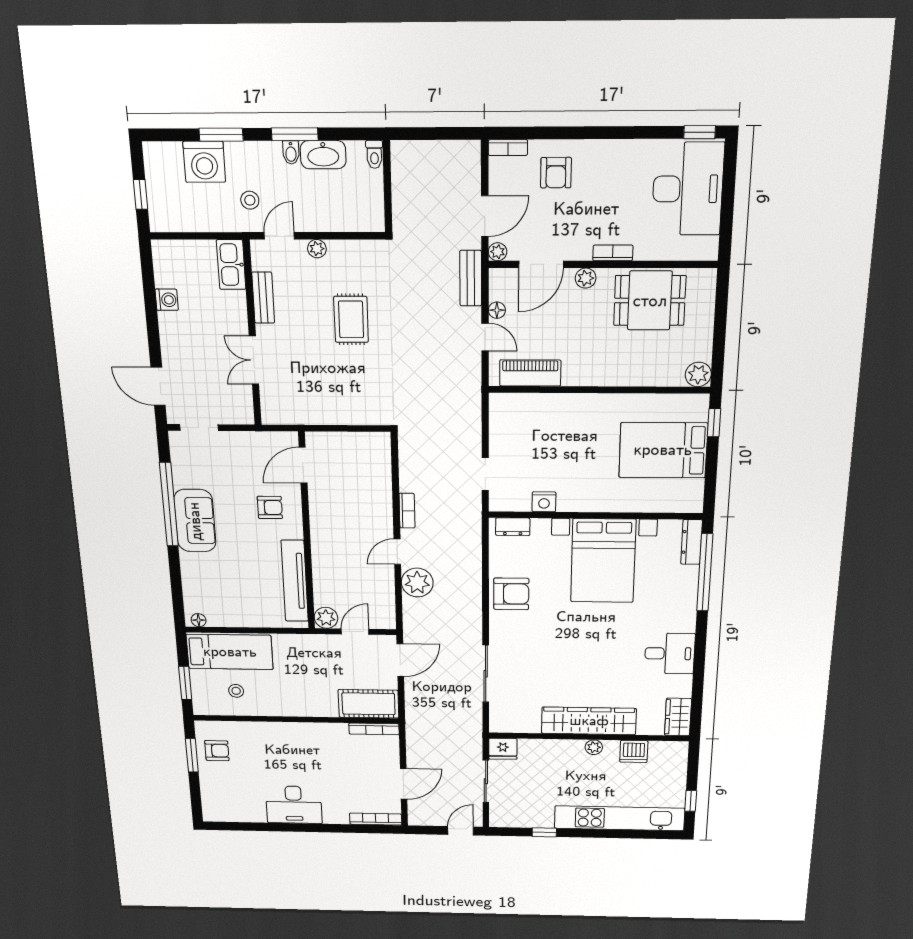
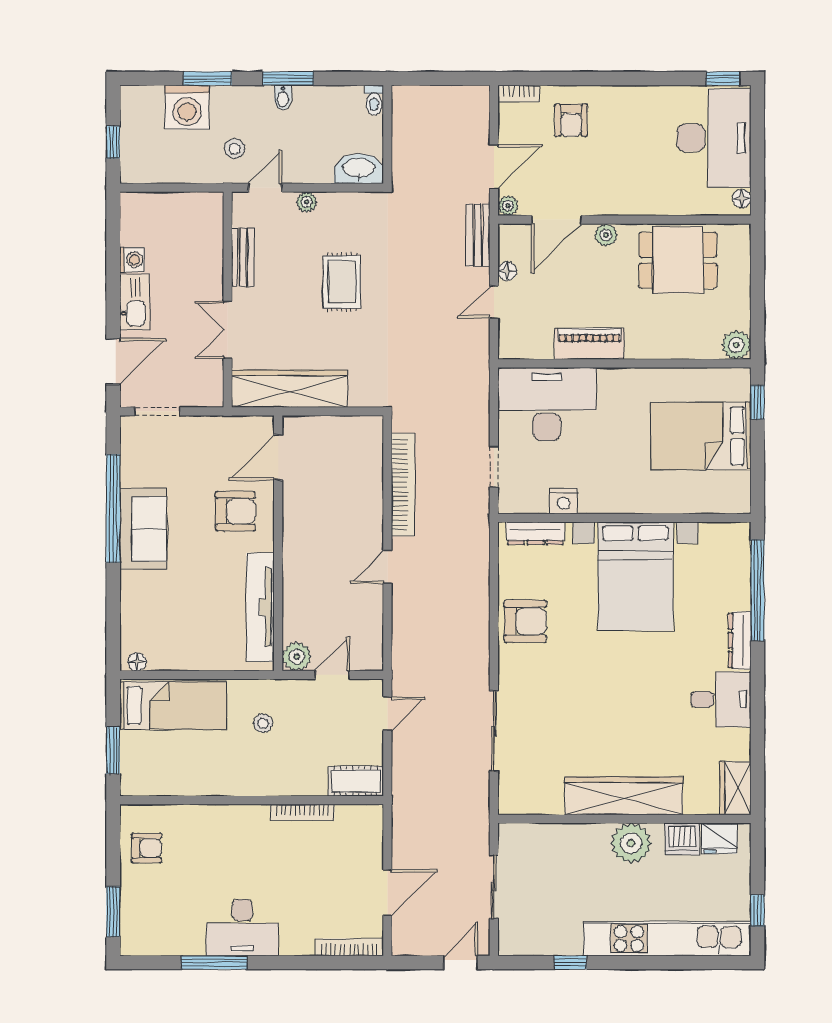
washbasin: (323, 155) -> (359, 169), moved, turned 180
floor lamp: (710, 245) -> (742, 199), added
bookcase: (613, 253) -> (635, 207), removed
kitchen sink: (231, 265) -> (135, 302), moved, turned 180
door: (485, 337) -> (494, 302), swing flipped
piano: (530, 373) -> (589, 344), moved
door: (158, 386) -> (113, 362), swing flipped
wardrobe: (310, 409) -> (290, 389), added
desk: (531, 423) -> (547, 404), added
armchair: (270, 507) -> (235, 511), width x1.38, depth x1.38
bookcase: (407, 511) -> (403, 485), width x2.31, depth x1.31
dresser: (513, 527) -> (535, 533), width x1.44
dresser: (691, 542) -> (740, 641), moved
plant: (417, 583) -> (411, 608), removed
door: (400, 660) -> (387, 714), width x0.73
stool: (236, 691) -> (263, 723), moved
cot: (369, 704) -> (356, 781), width x0.73, depth x0.75
bookcase: (374, 729) -> (302, 812), moved
plant: (594, 747) -> (631, 843), width x1.88, depth x1.88
fridge: (503, 749) -> (719, 838), moved
window: (192, 755) -> (113, 912), moved
window: (274, 827) -> (214, 963), added

